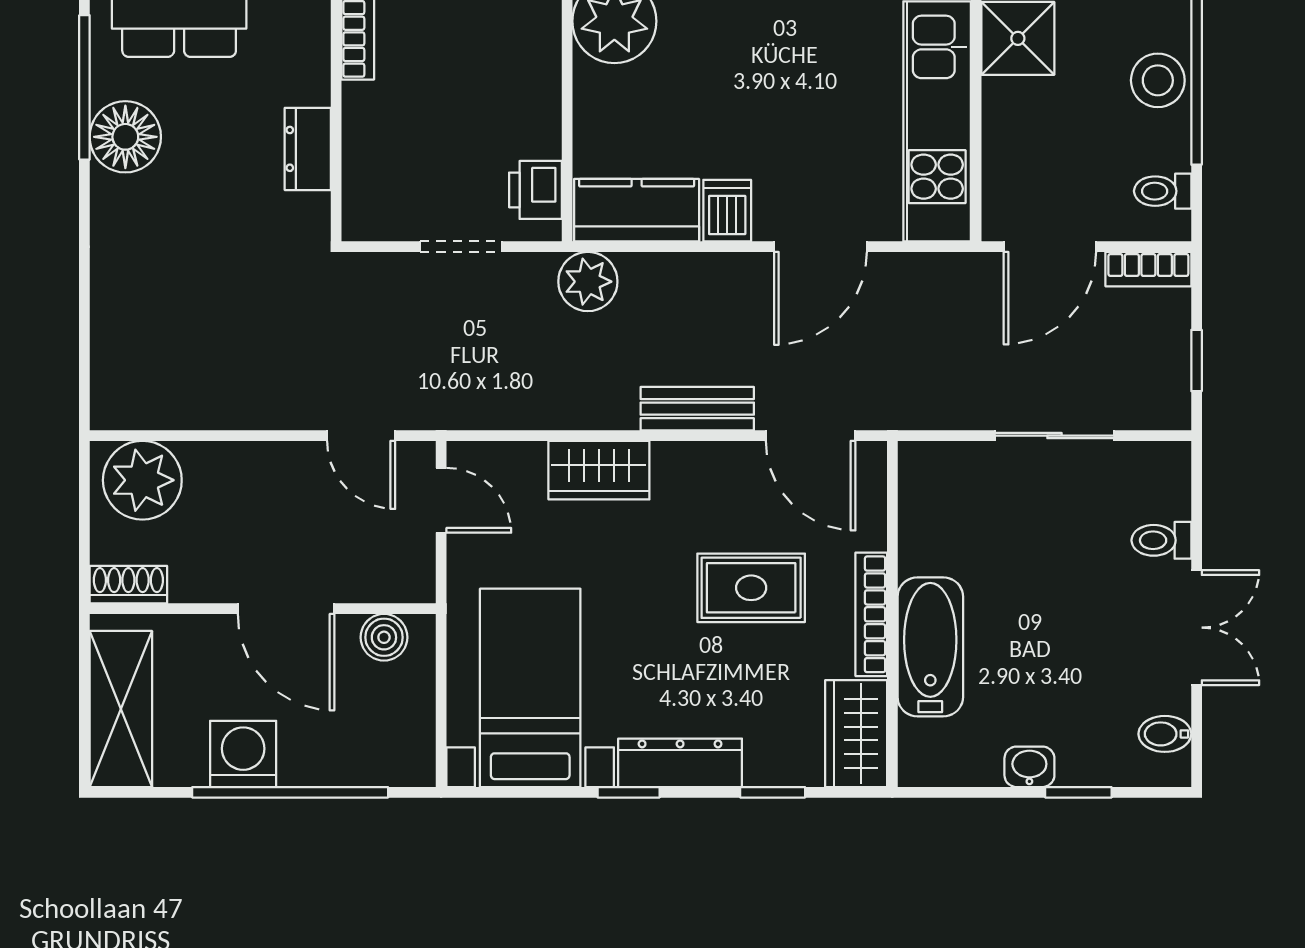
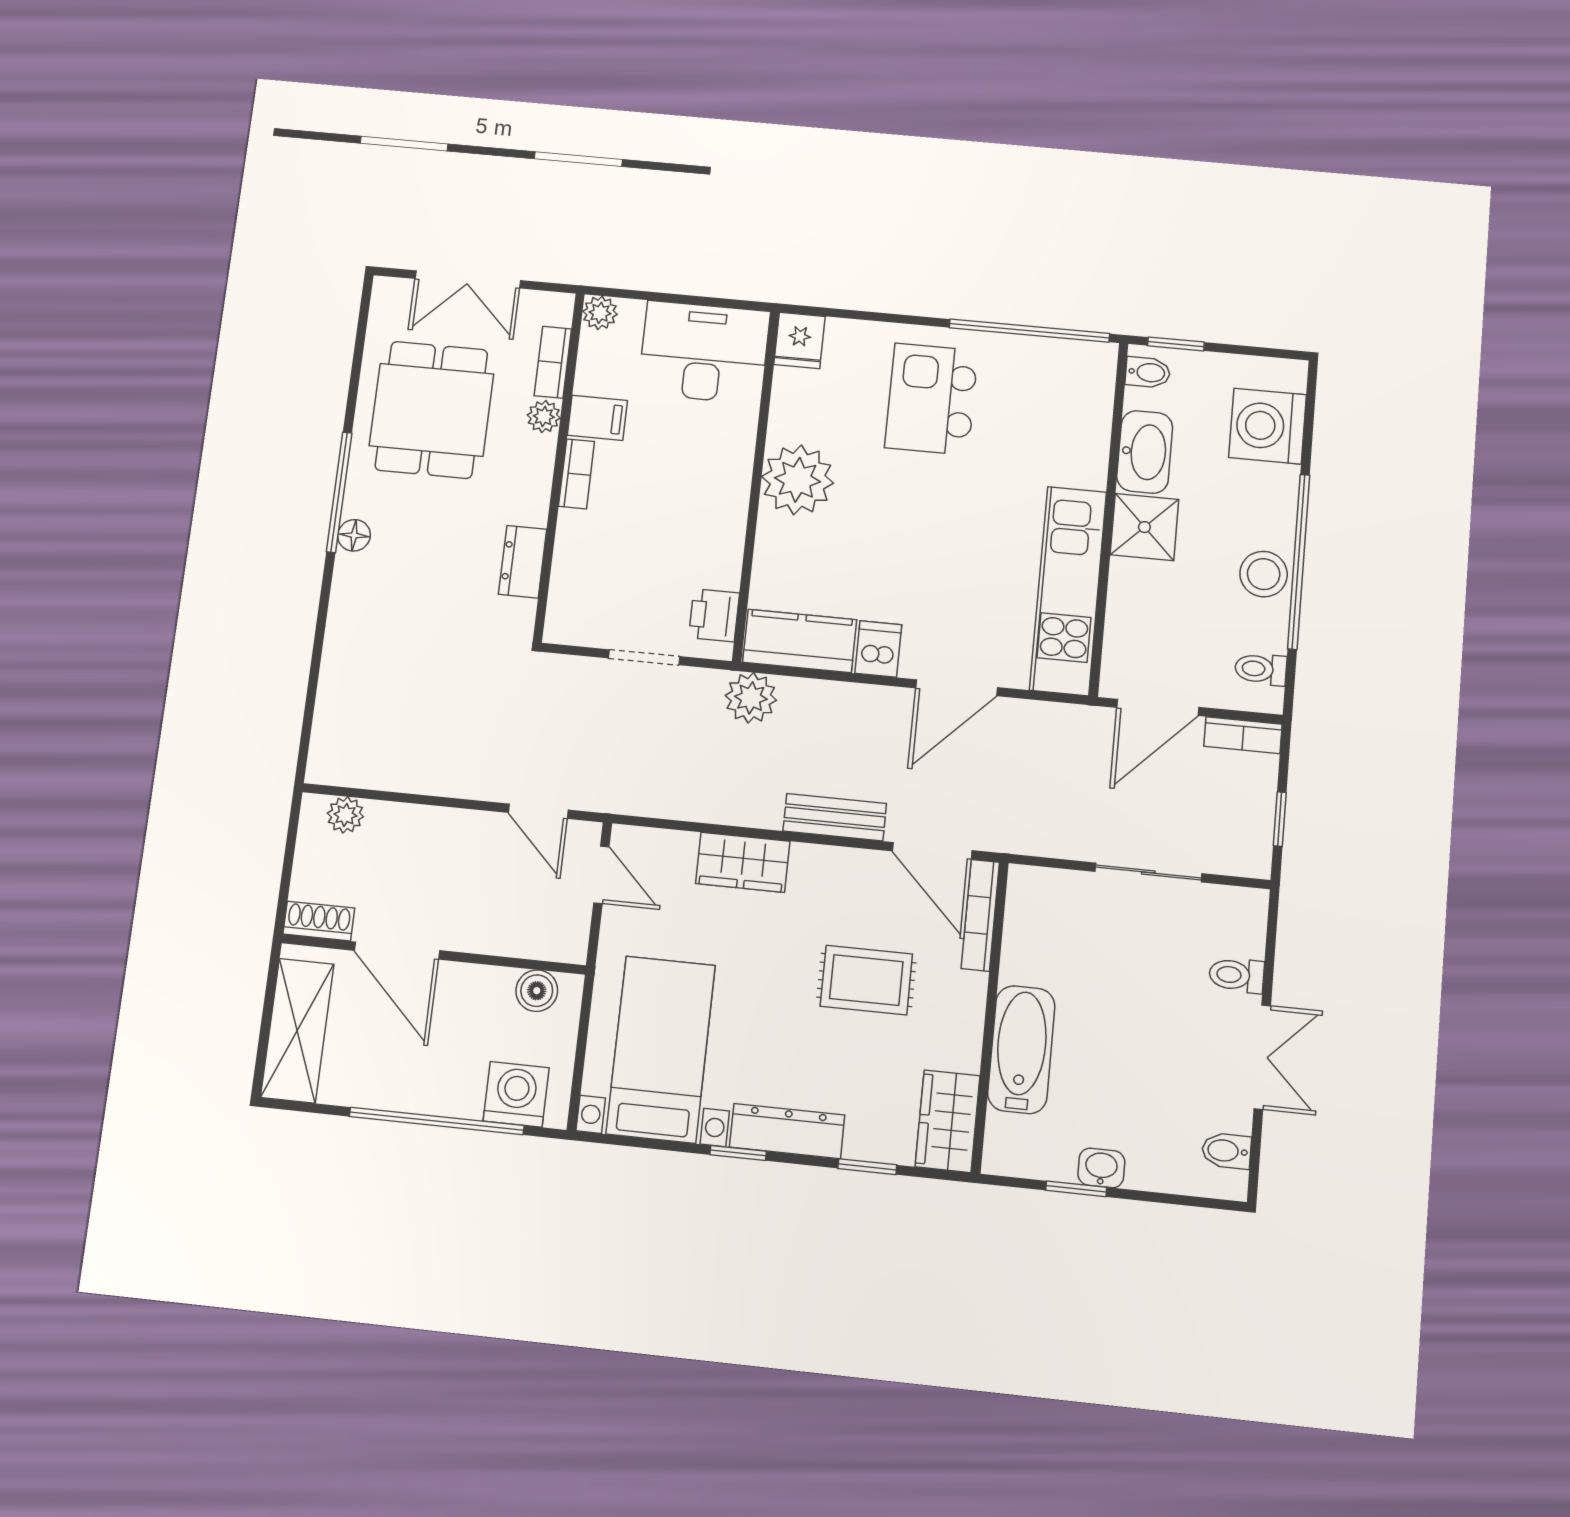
floor lamp: (125, 137) -> (354, 535), width x0.53, depth x0.53
plant: (142, 480) -> (345, 815), width x0.53, depth x0.53
door: (286, 609) -> (397, 951), moved
bookcase: (871, 614) -> (980, 915), moved
washing machine: (243, 754) -> (516, 1094), moved
window: (1078, 792) -> (1076, 1189), moved

